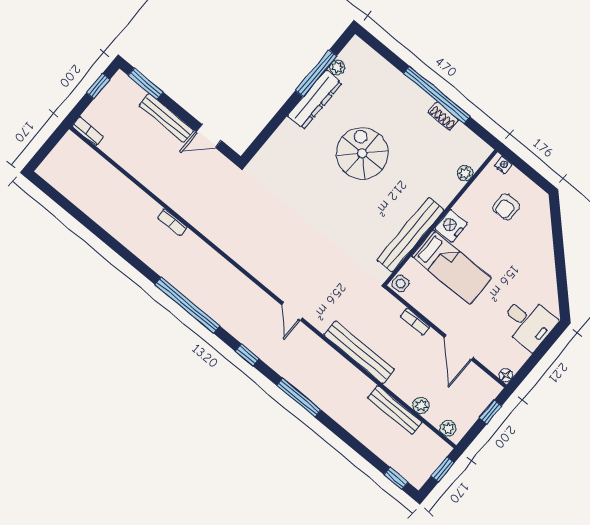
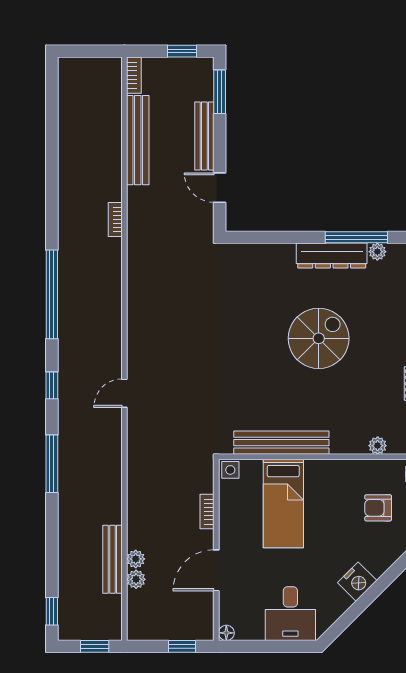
nightstand: (451, 226) -> (357, 582), moved, turned 135
bench: (359, 352) -> (138, 140), moved
plant: (448, 428) -> (136, 559), moved

